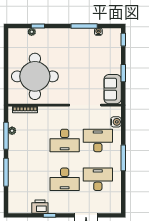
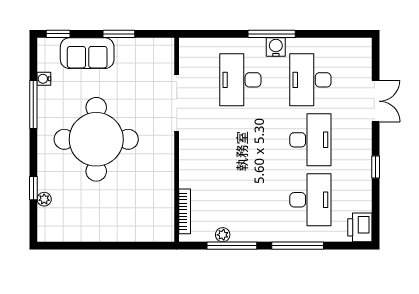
round table: (35, 76) -> (96, 139), moved
sofa: (113, 89) -> (87, 53), moved
water cooler: (116, 122) -> (276, 47), moved
desk: (65, 140) -> (310, 200), moved
printer: (40, 207) -> (360, 227), moved

